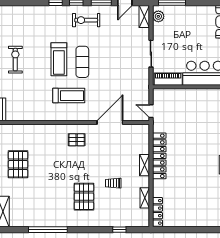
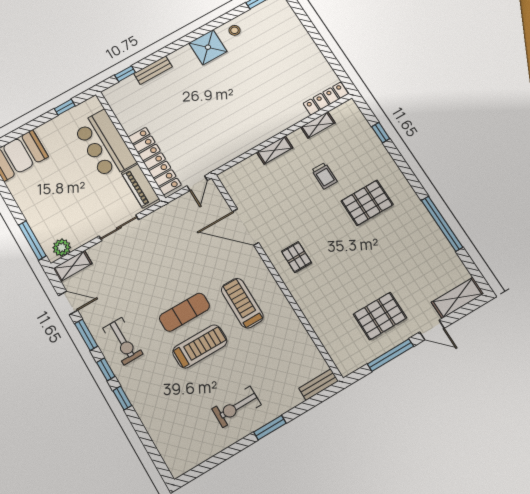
locker: (159, 156) -> (154, 161), moved, turned 90

